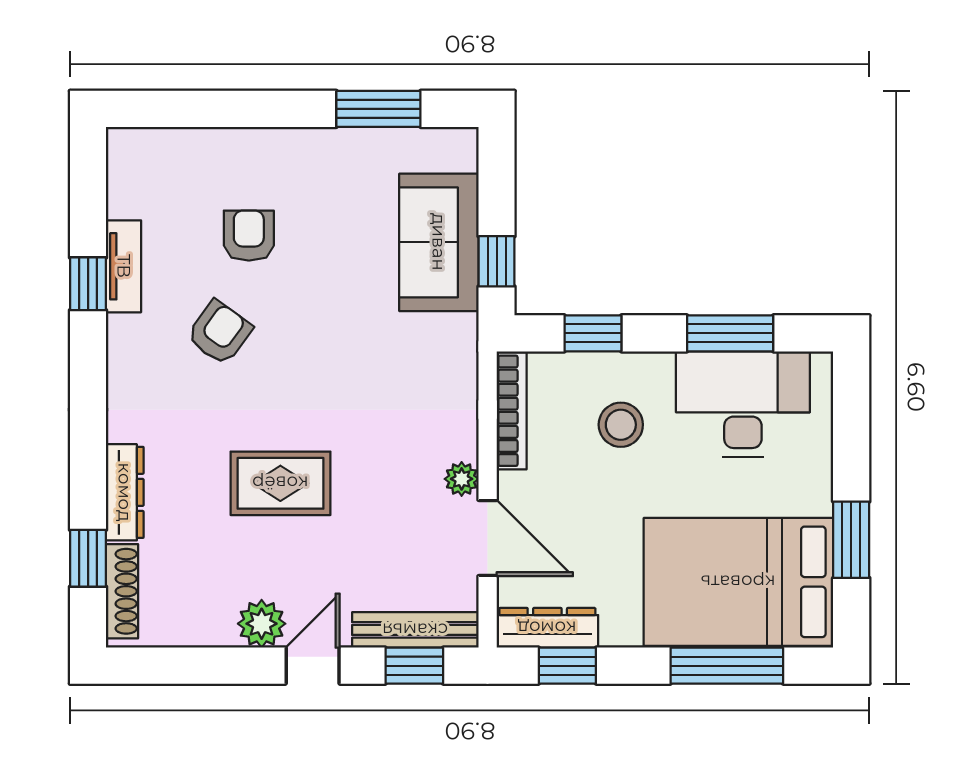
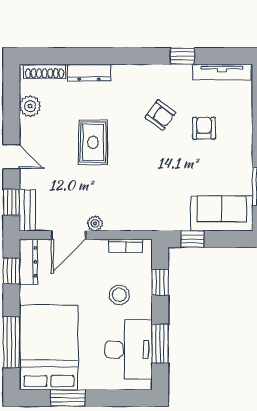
armchair: (249, 236) -> (204, 128), turned -90
sofa: (439, 242) -> (222, 213), moved
tv unit: (124, 266) -> (222, 72), moved, width x1.41
bookcase: (512, 411) -> (125, 246), width x0.64
window: (88, 558) -> (59, 56), removed
plant: (262, 624) -> (30, 106), moved
bench: (415, 630) -> (27, 210), width x0.73

